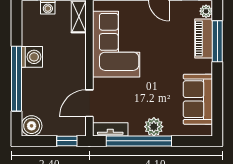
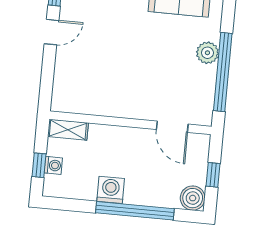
corner sofa: (116, 44) -> (105, 88), removed
tv unit: (110, 129) -> (206, 105), removed
window: (67, 141) -> (213, 175), moved

